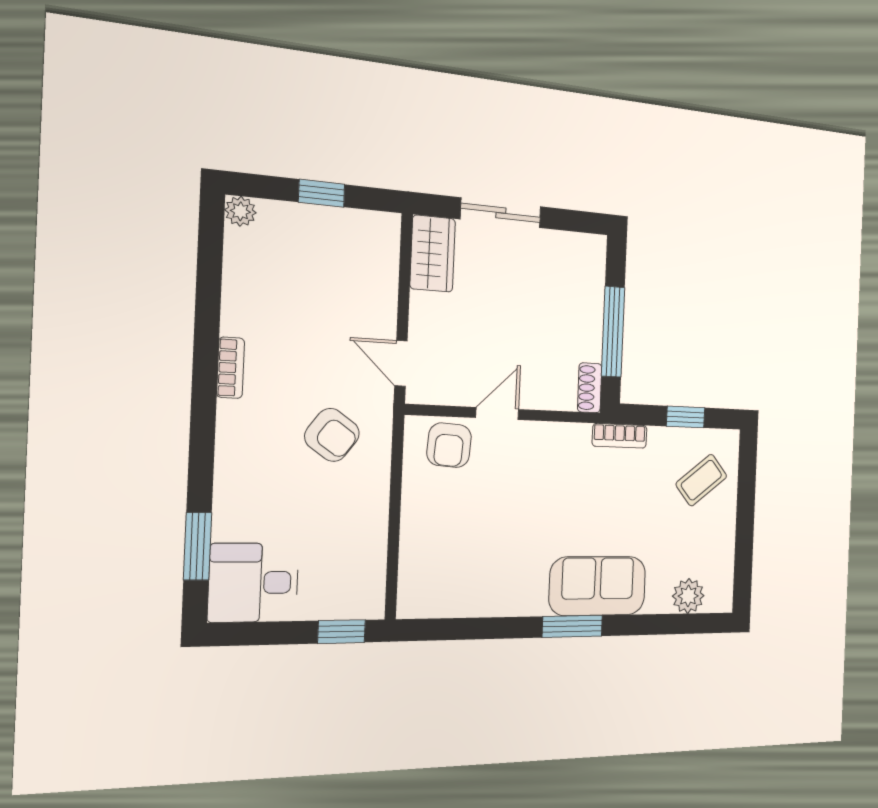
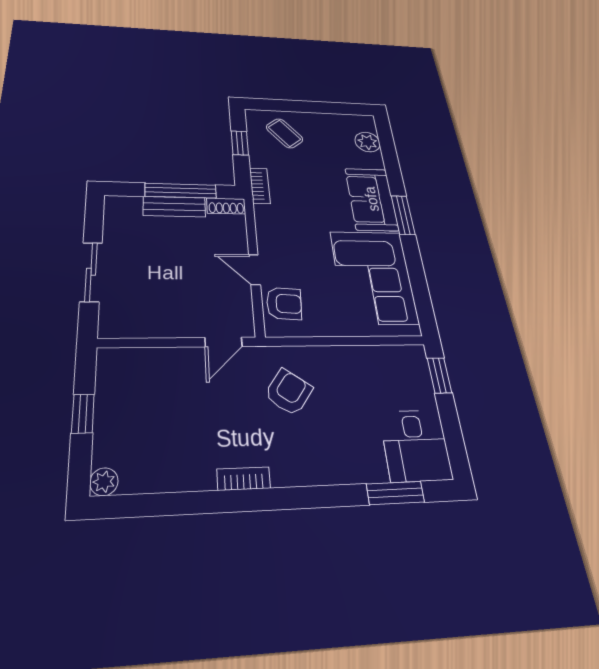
wardrobe: (433, 254) -> (130, 322), removed
bench: (590, 321) -> (174, 207), added
corner sofa: (482, 569) -> (374, 277), added

